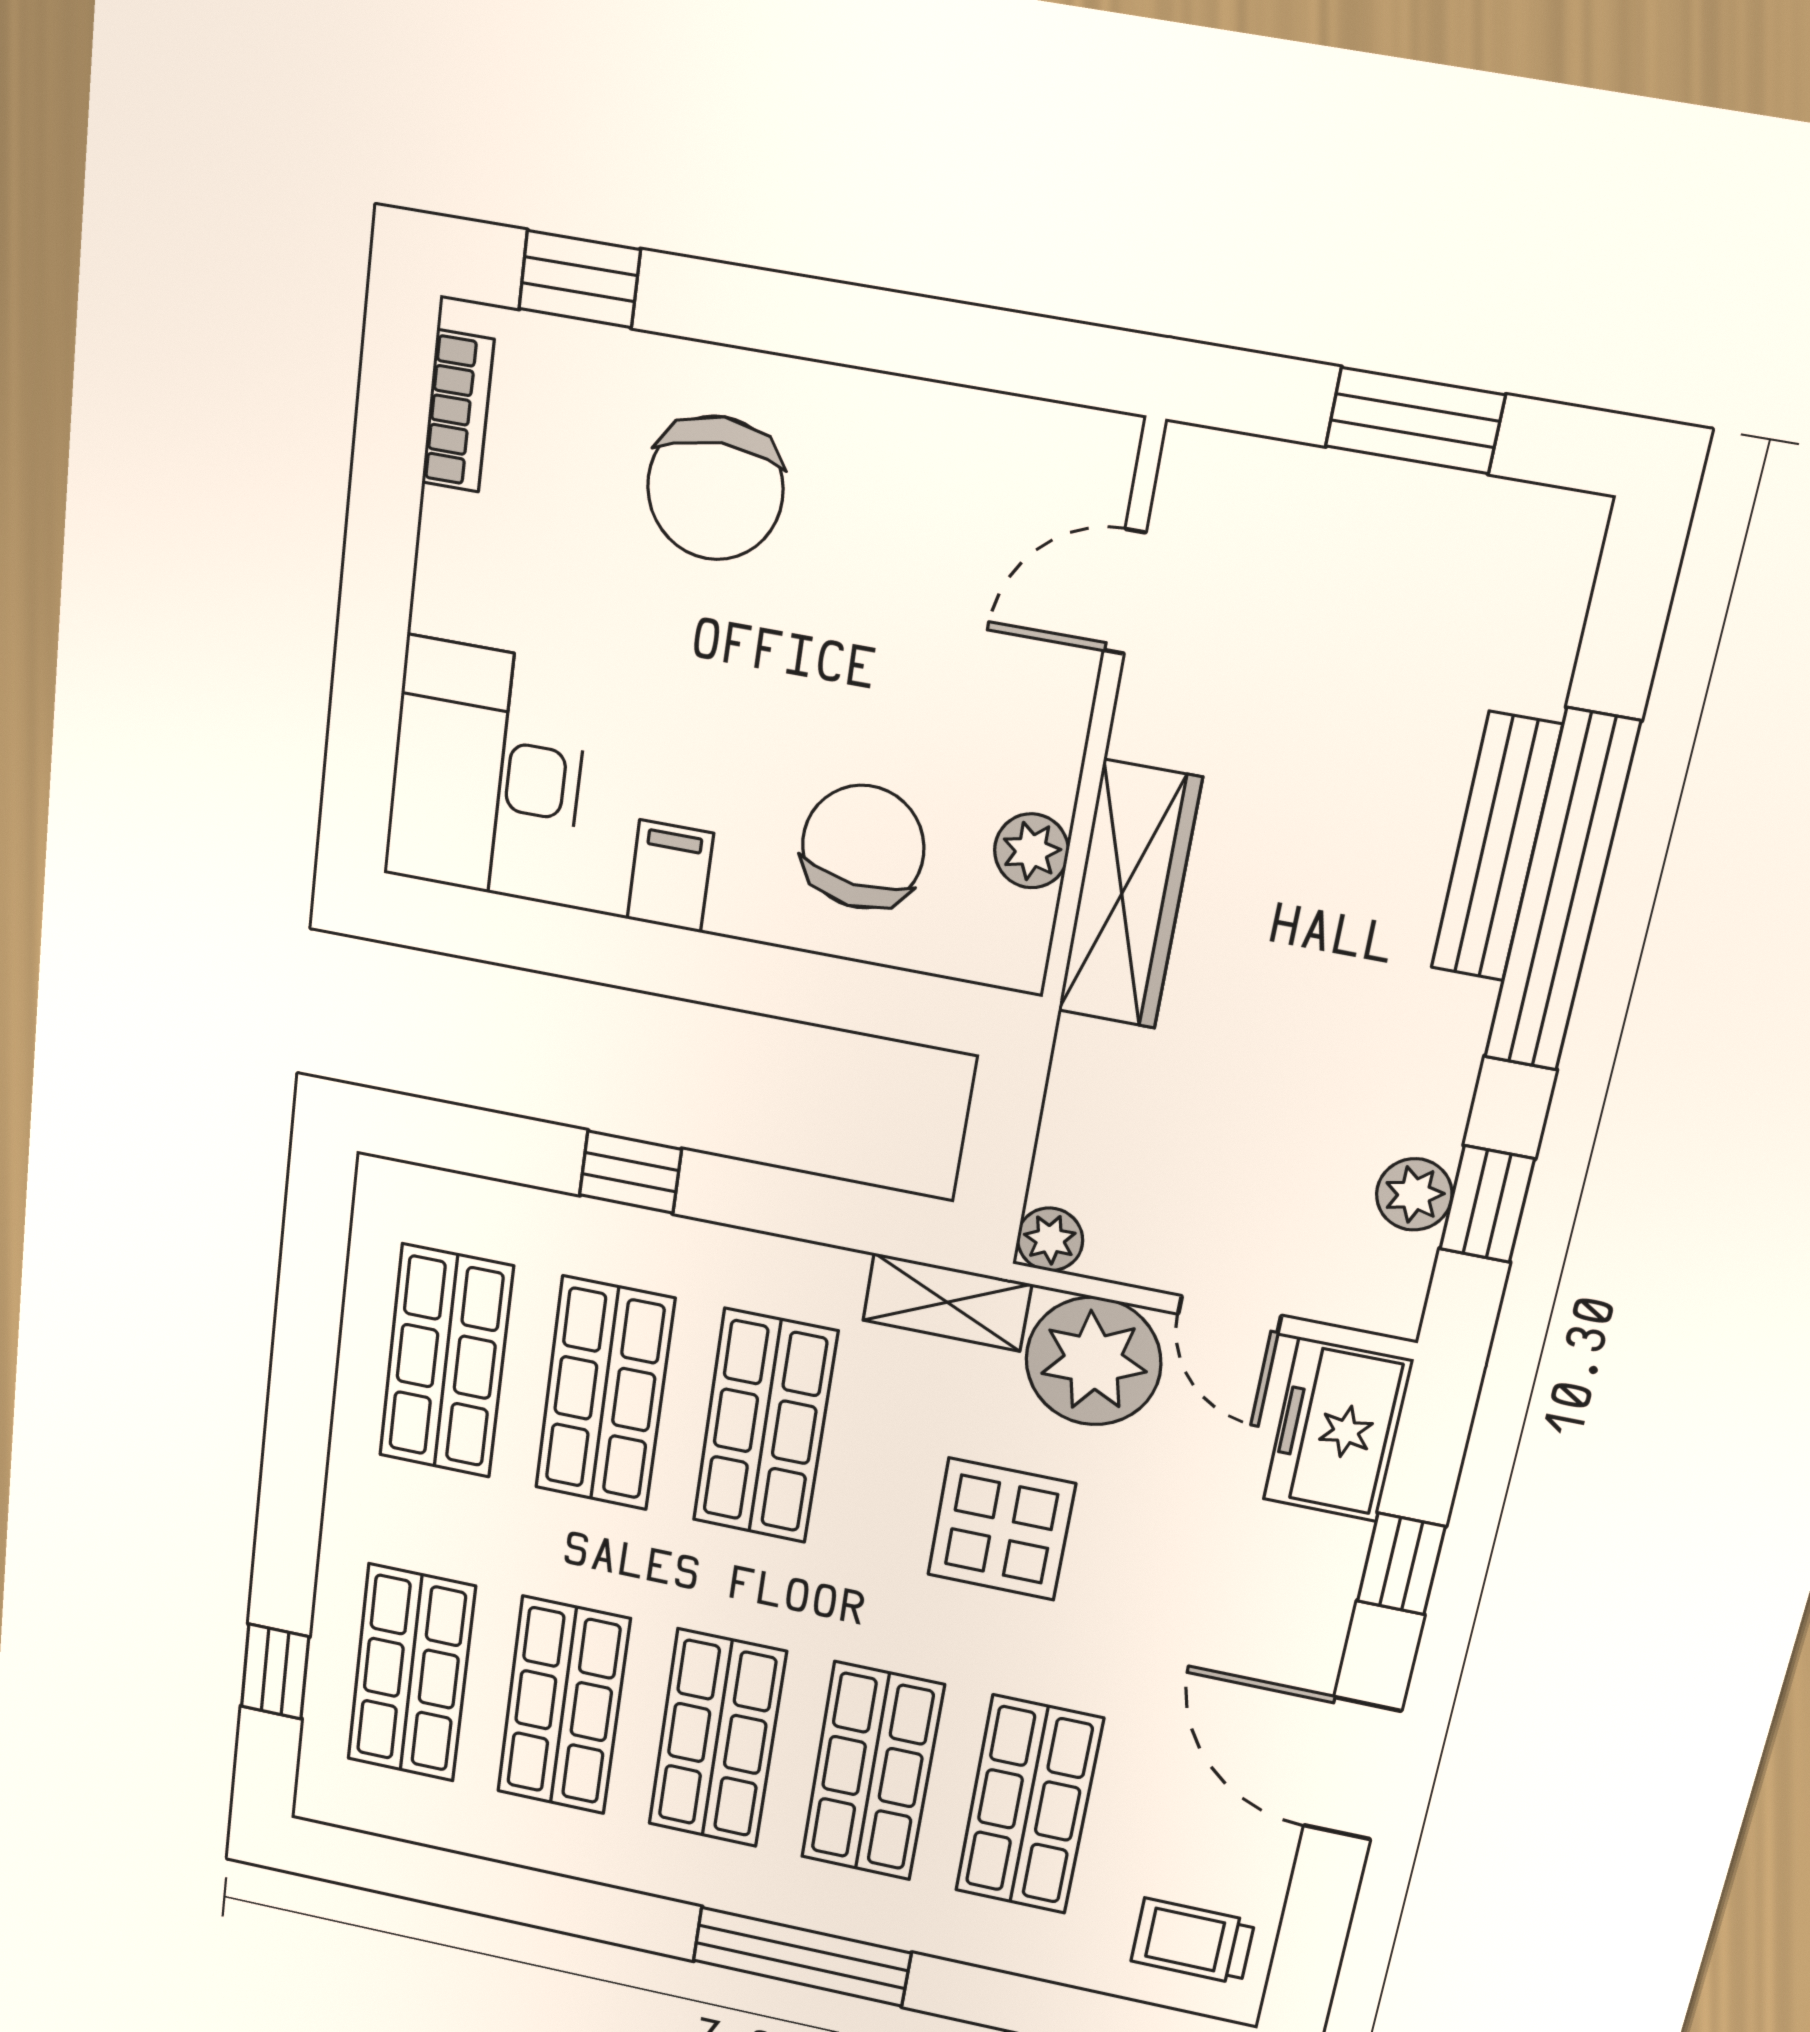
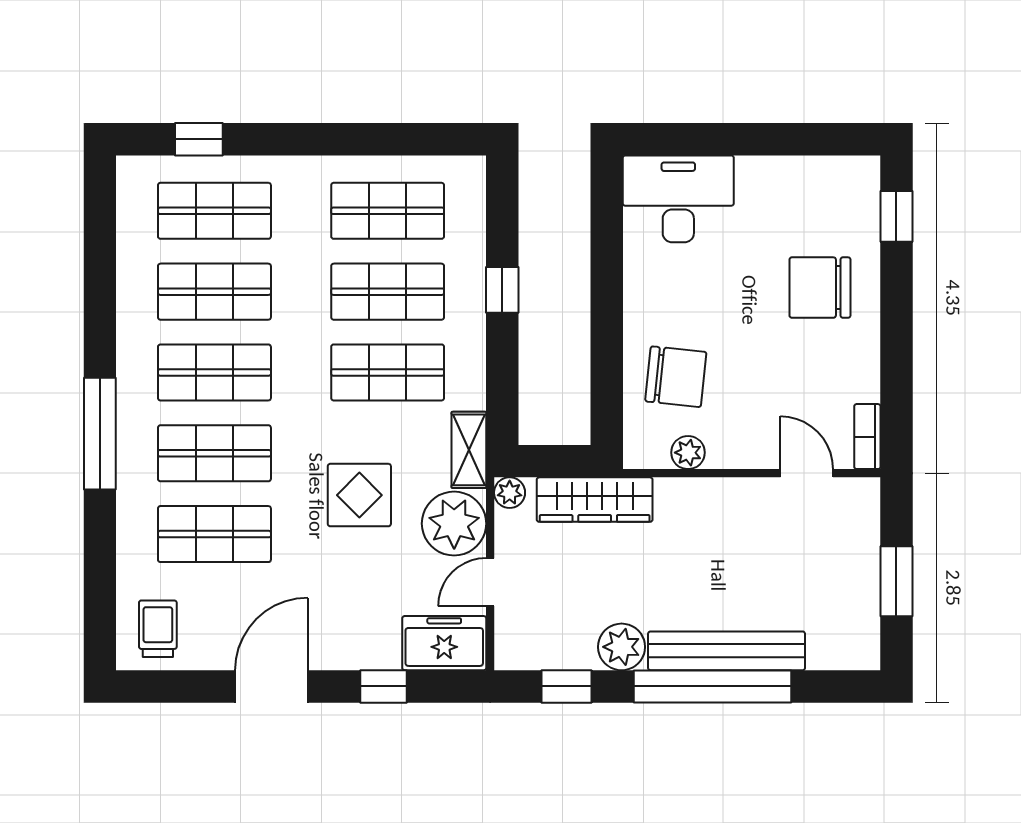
bookcase: (458, 411) -> (867, 437), moved, turned 90
bench: (1496, 848) -> (727, 651), width x1.37, depth x1.21
filing cabinet: (670, 876) -> (646, 290), removed
wardrobe: (1129, 895) -> (595, 500), moved
plant: (1414, 1194) -> (622, 647), moved, width x1.38, depth x1.38

